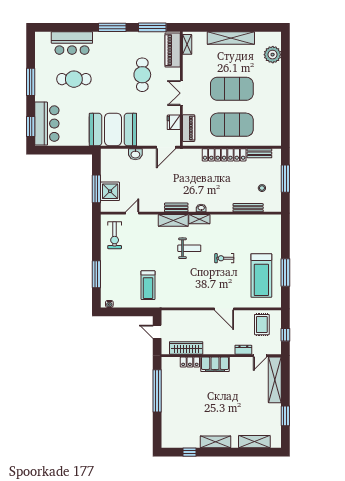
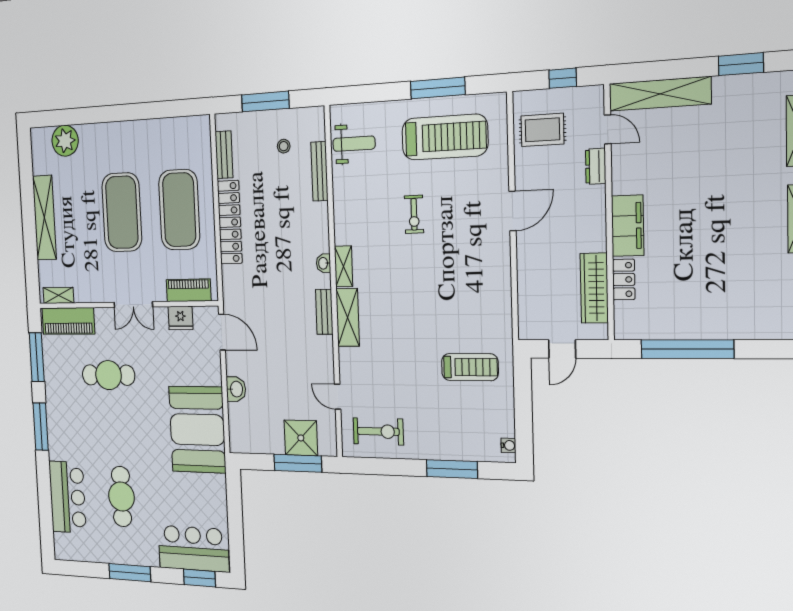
weight bench: (189, 248) -> (354, 144), moved, turned 90

